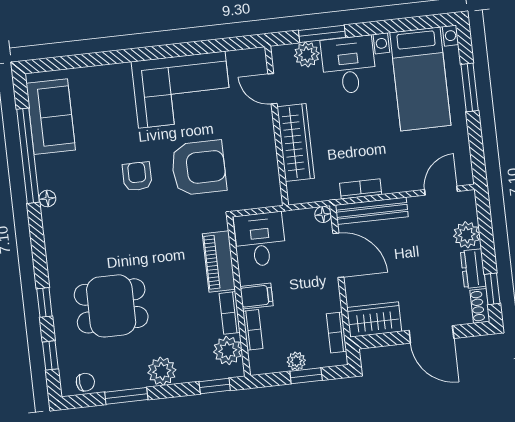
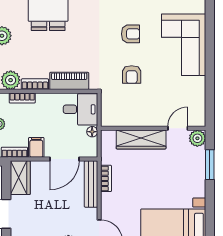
plant: (307, 55) -> (197, 138), moved
desk: (349, 65) -> (188, 180), removed
corner sofa: (182, 90) -> (184, 45), moved
armchair: (199, 168) -> (132, 75), width x0.53, depth x0.53
floor lamp: (323, 214) -> (92, 132), moved
filing cabinet: (257, 296) -> (36, 147), moved, turned 180

